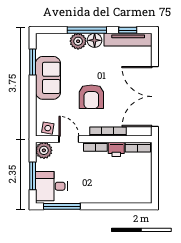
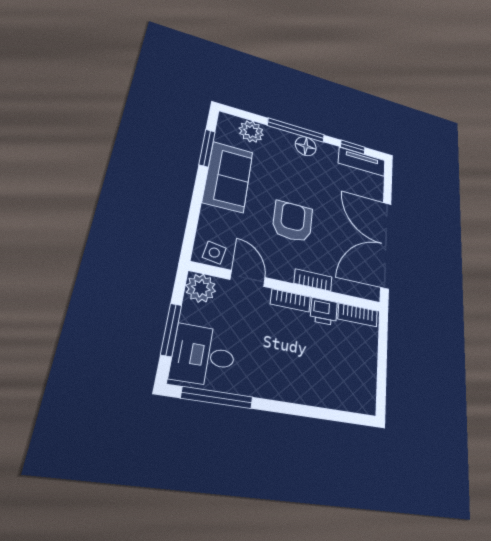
tv unit: (128, 40) -> (362, 162), width x0.71
plant: (78, 41) -> (251, 132), moved
armchair: (91, 97) -> (293, 221), turned 180
bookcase: (108, 131) -> (313, 280), width x0.64

